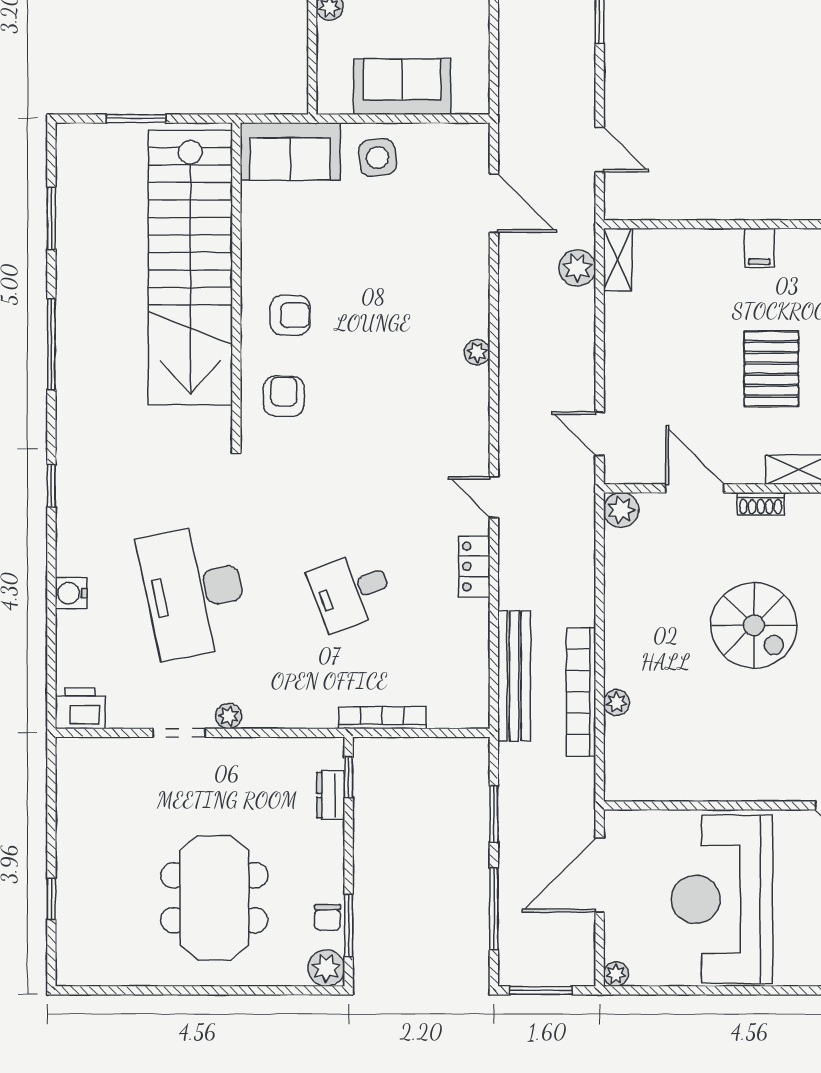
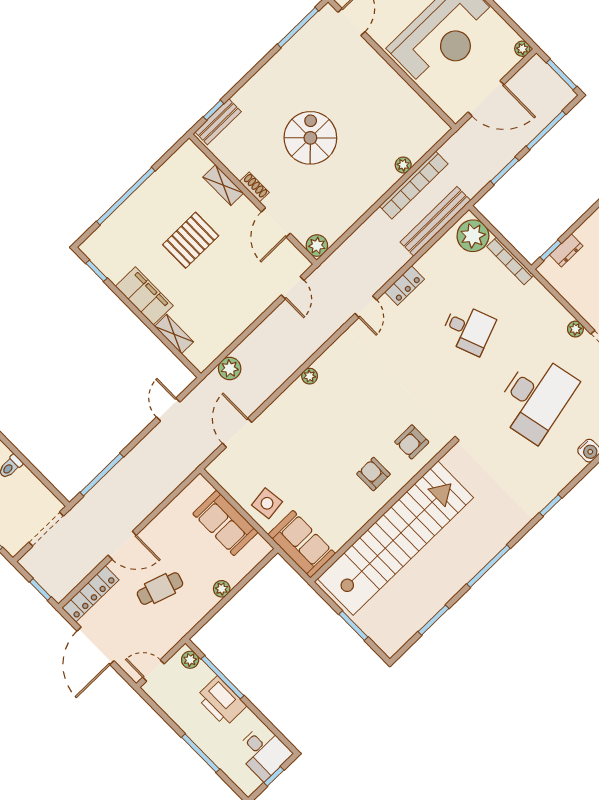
filing cabinet: (759, 248) -> (144, 296), width x3.00, depth x1.17
shelving: (618, 260) -> (174, 334), moved, turned 90
plant: (454, 703) -> (473, 236), added

